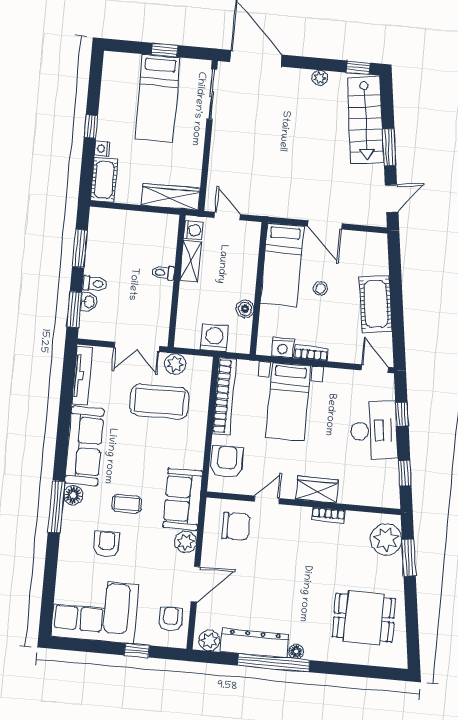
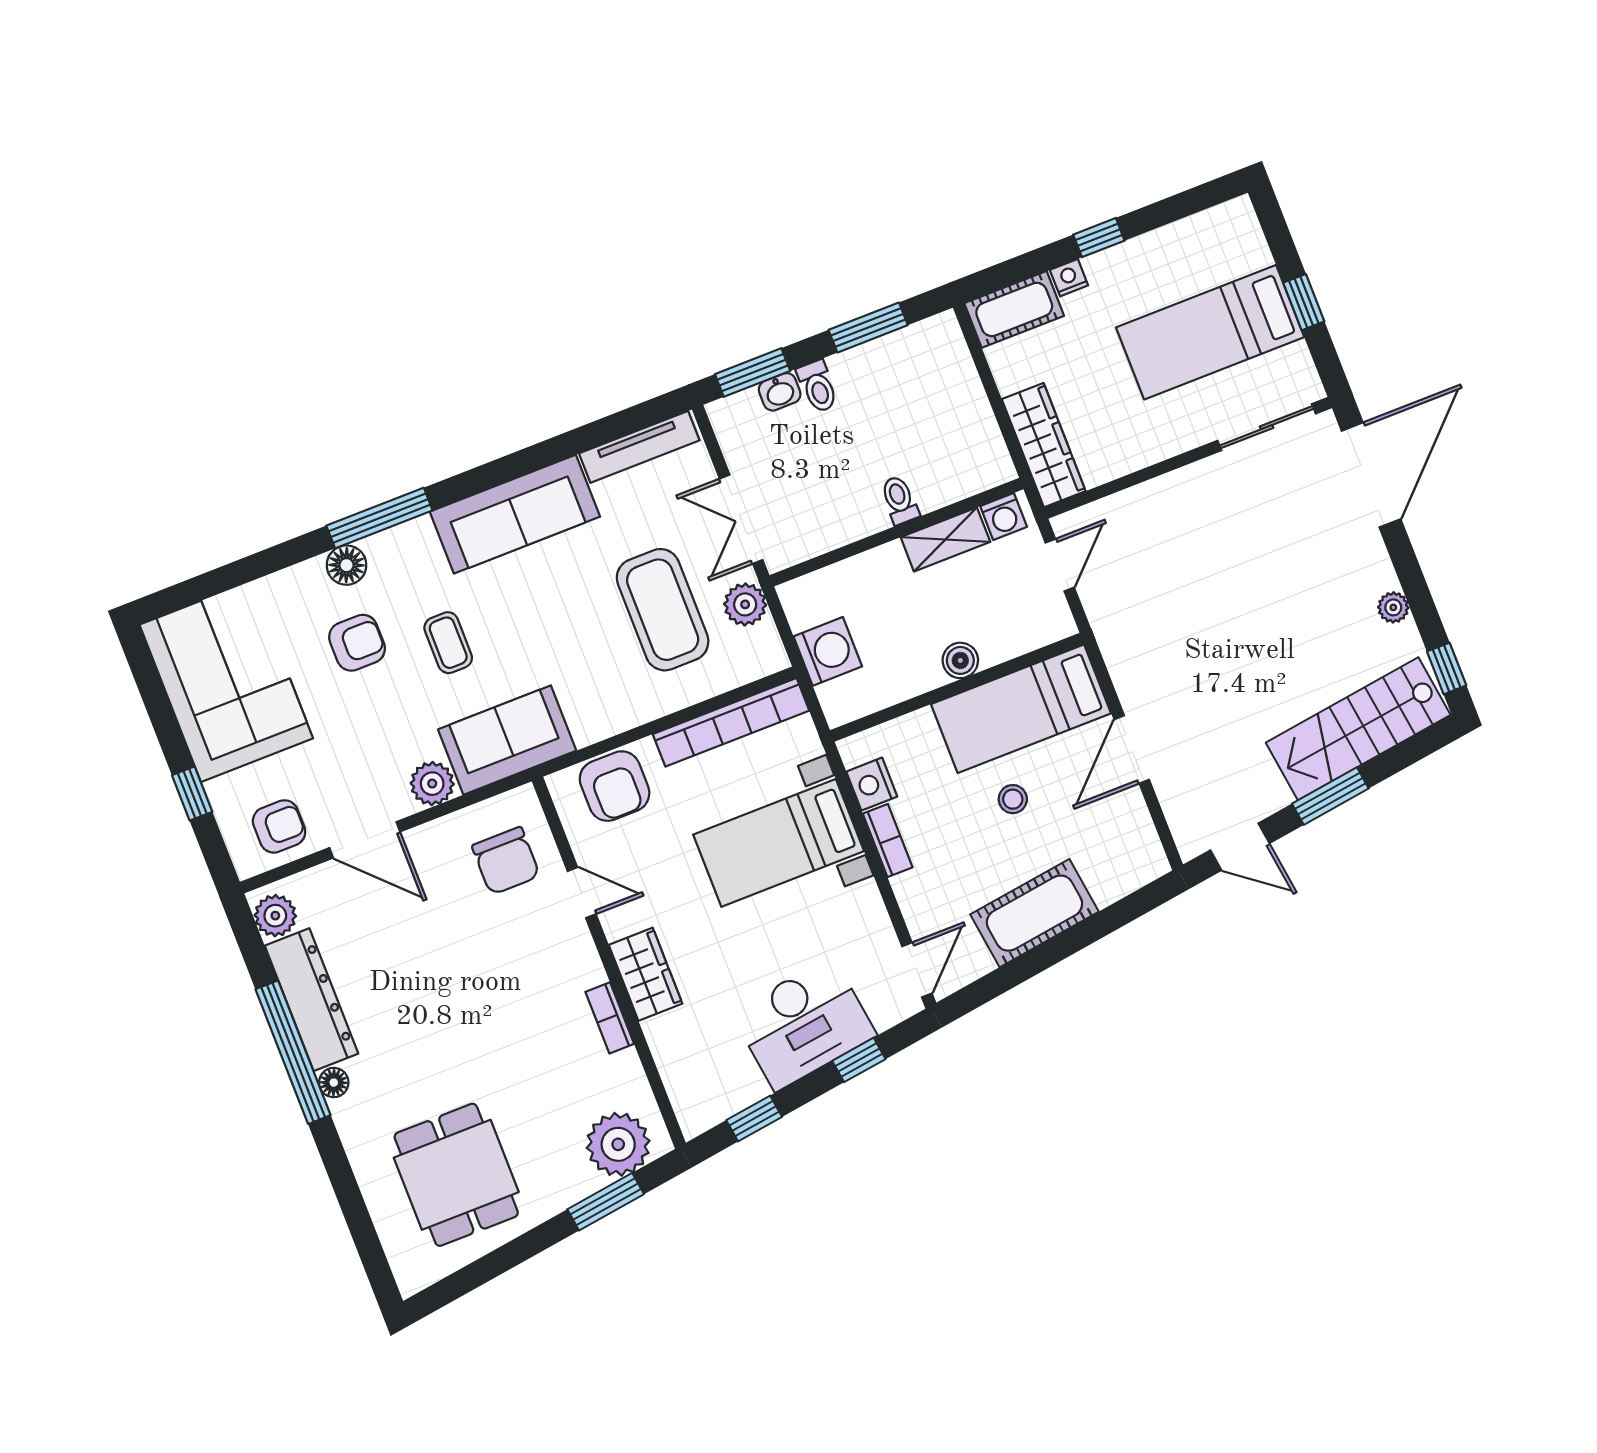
boiler: (245, 309) -> (960, 660), moved
armchair: (227, 462) -> (615, 786), turned 90
floor lamp: (73, 495) -> (346, 565), moved

